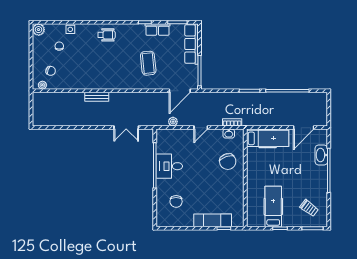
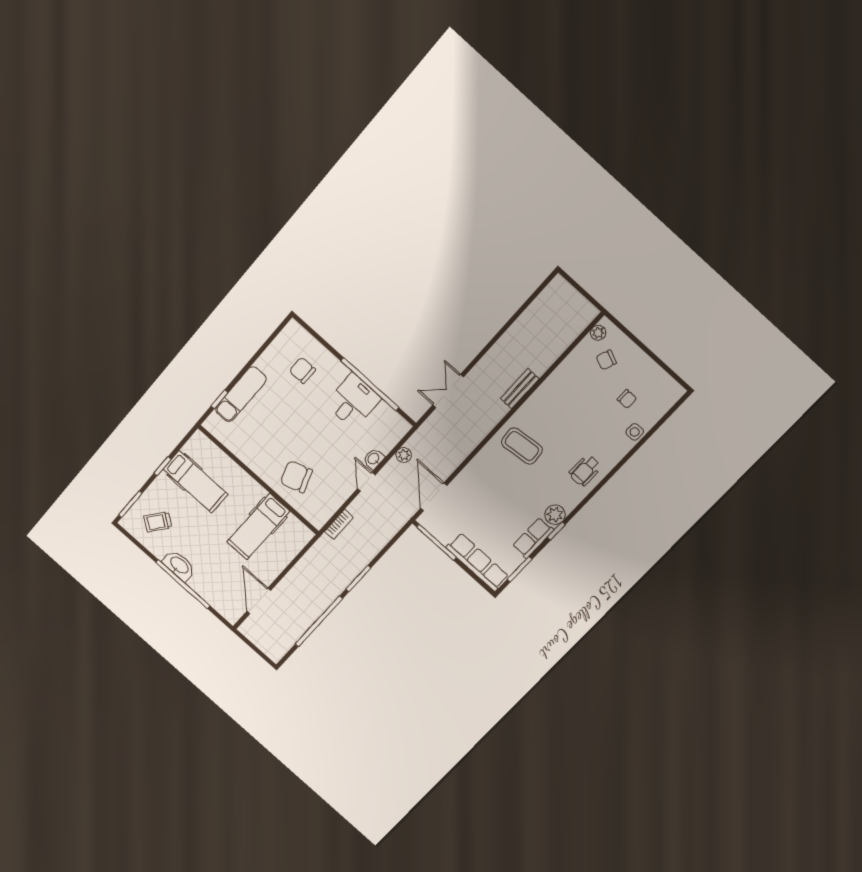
plant: (39, 30) -> (555, 515), moved
coffee table: (148, 63) -> (522, 446), moved
washbasin: (229, 134) -> (374, 459), moved
hospital bed: (268, 138) -> (258, 527), moved
washbasin: (321, 155) -> (179, 565), moved

